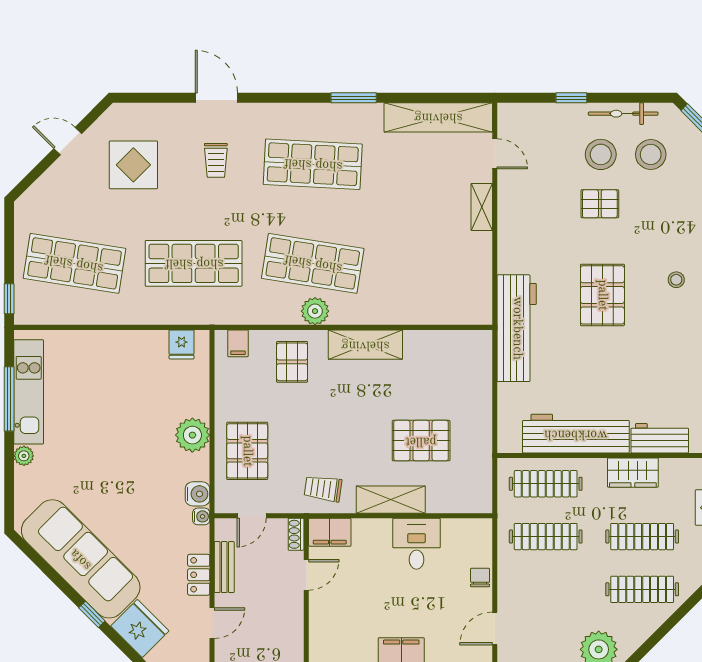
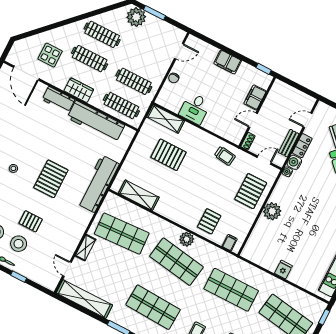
shop shelf: (432, 263) -> (122, 234), added
fridge: (182, 344) -> (283, 270), moved
shelving: (365, 345) -> (139, 195), moved
water cooler: (197, 494) -> (294, 162), moved
shelving: (391, 500) -> (166, 119), moved
filing cabinet: (330, 532) -> (255, 97), moved, turned -90

